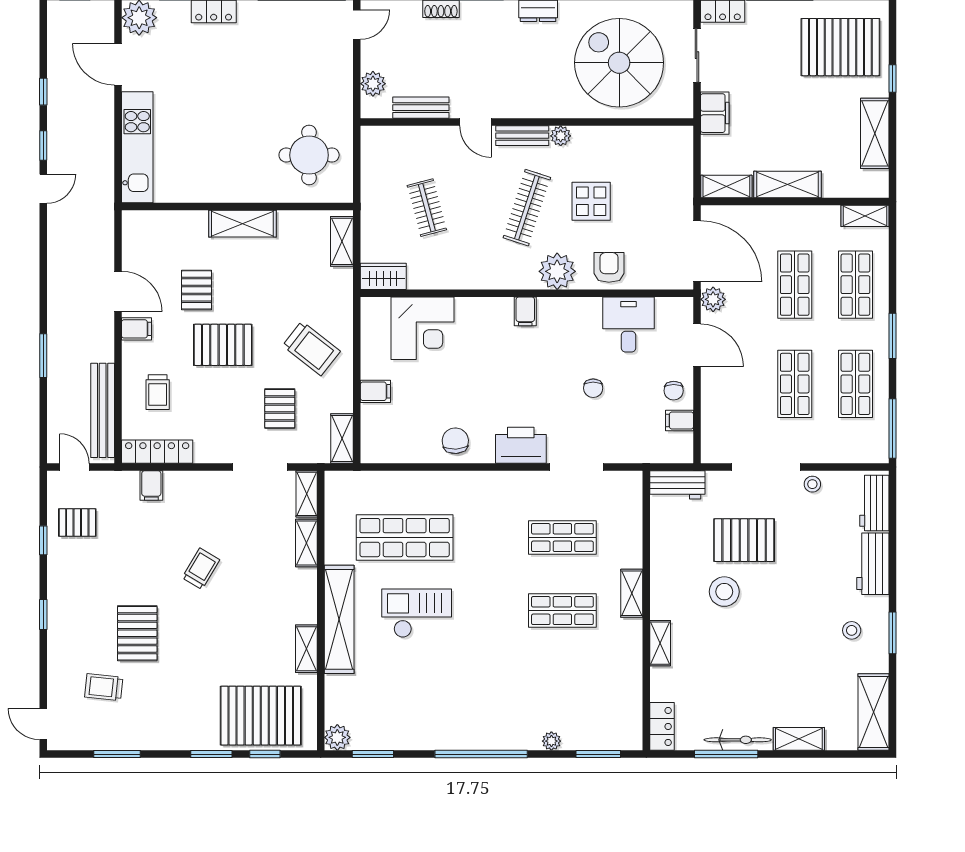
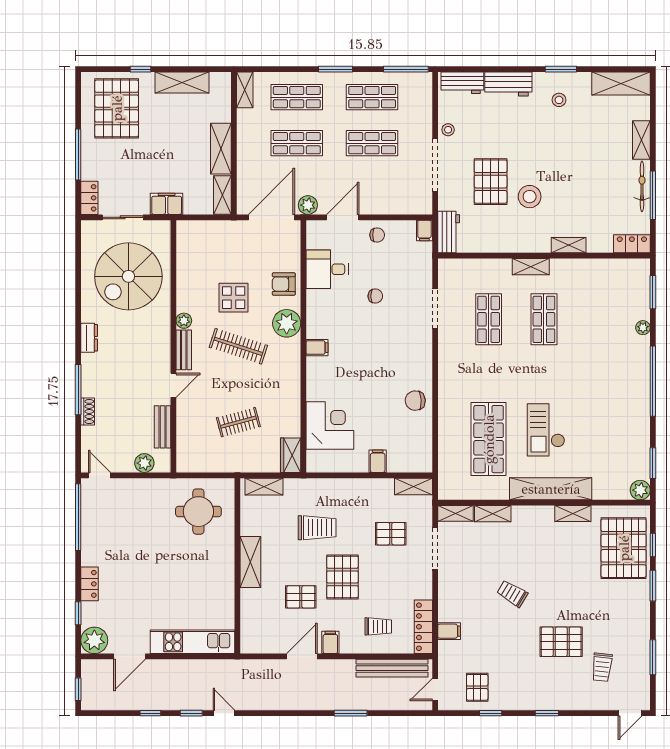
trolley: (311, 348) -> (317, 528), moved, turned 52
filing cabinet: (680, 420) -> (424, 231), moved
printer: (521, 445) -> (419, 351), removed

